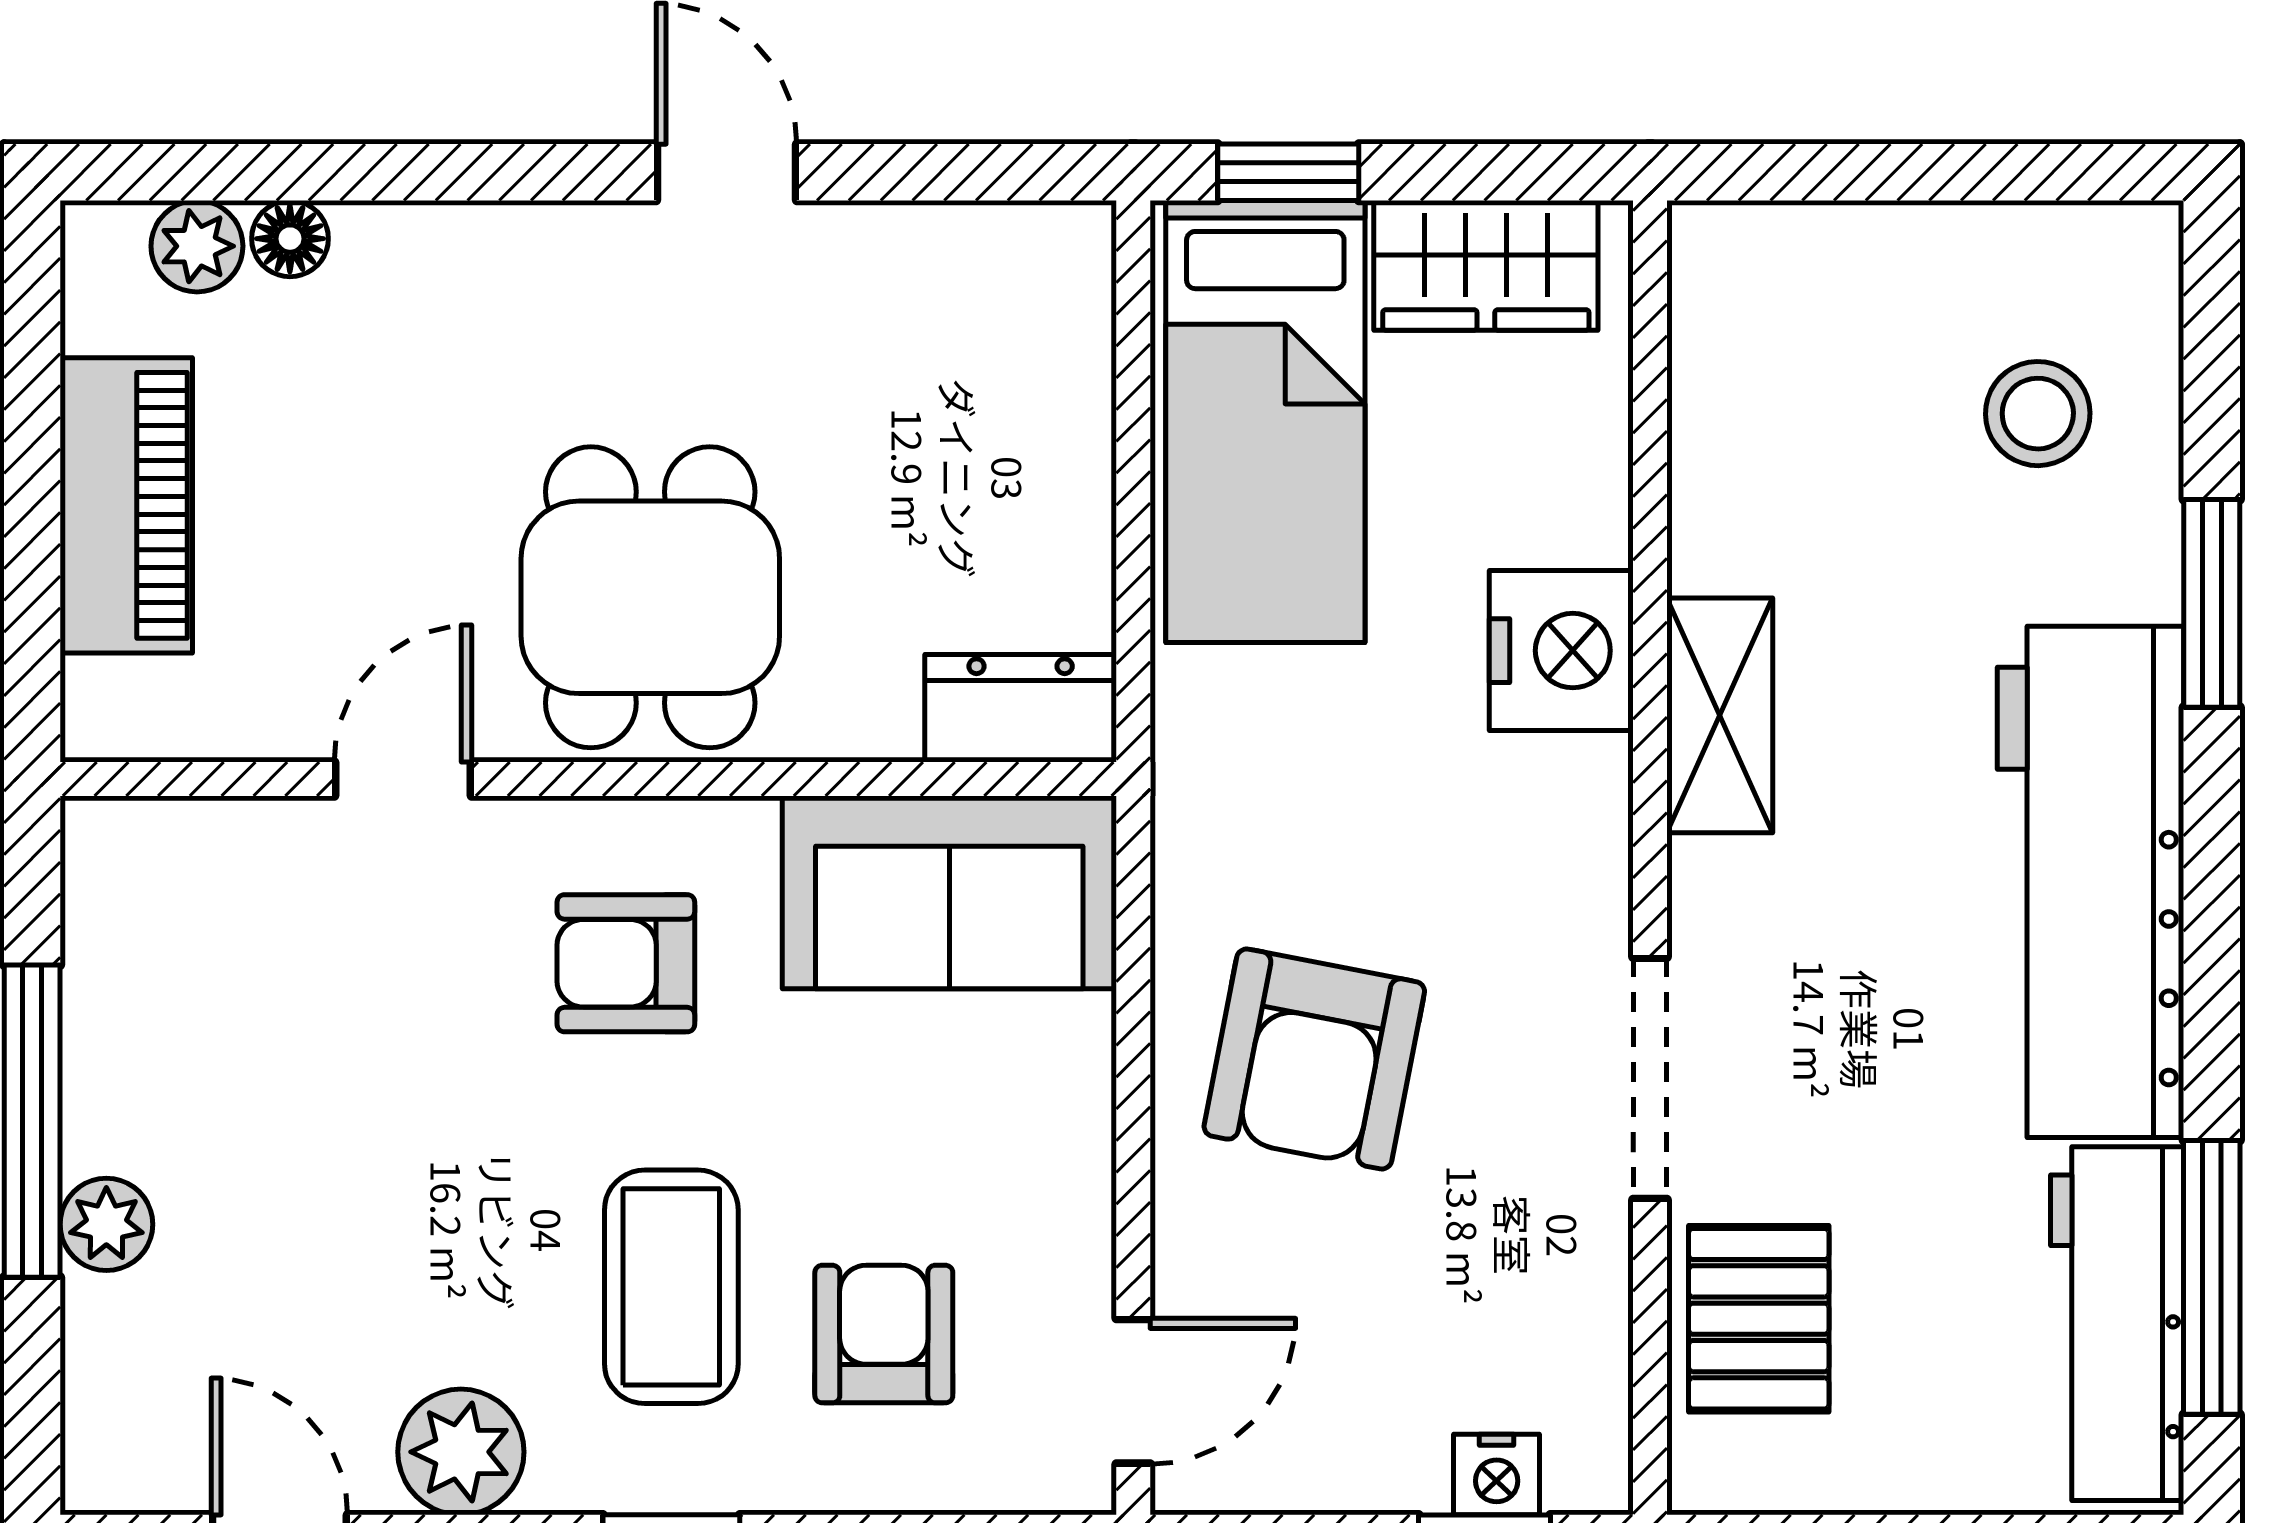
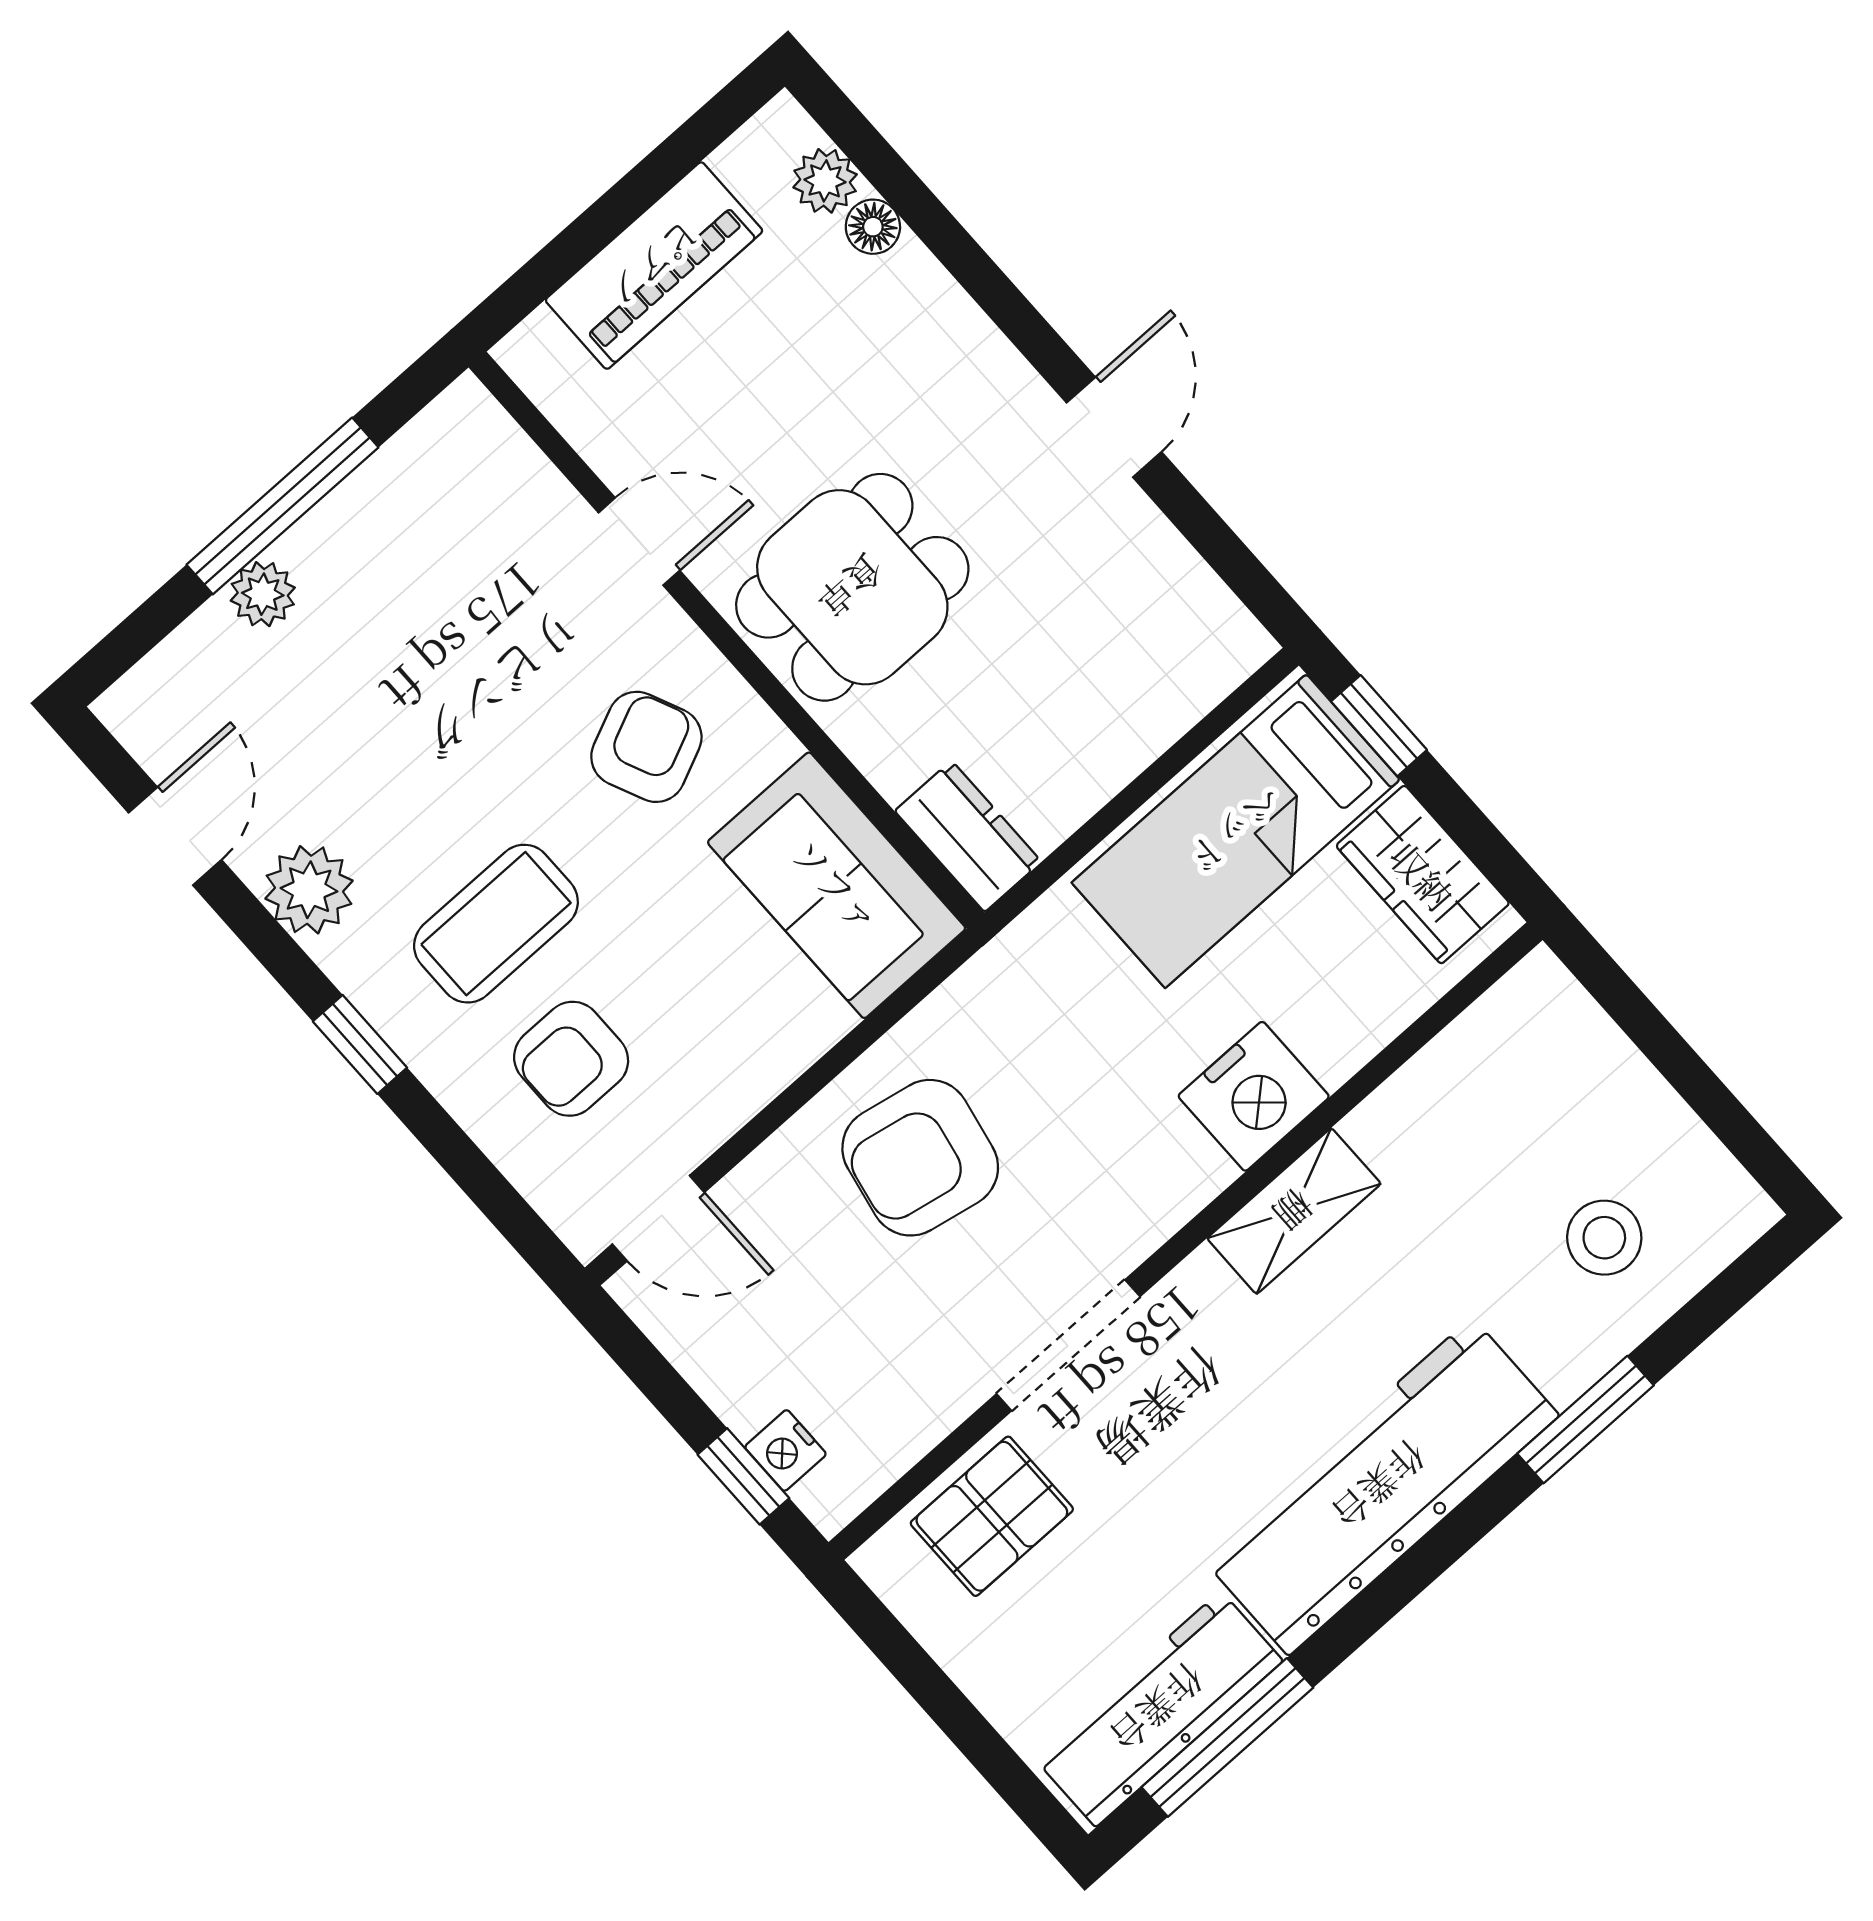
armchair: (626, 963) -> (646, 747), turned 66
armchair: (884, 1334) -> (571, 1059), turned 180

